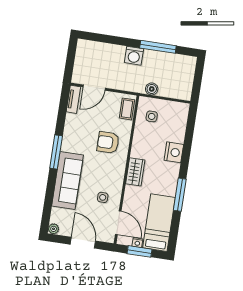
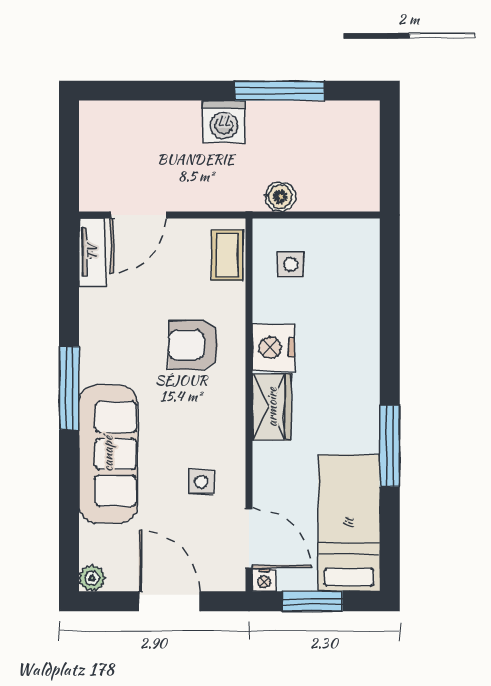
nightstand: (174, 152) -> (273, 348), moved, turned 180
nightstand: (137, 243) -> (264, 580), moved

